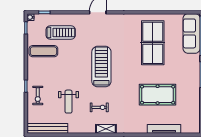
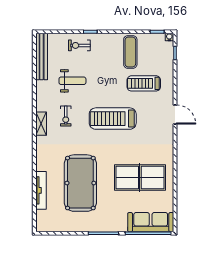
treadmill: (61, 33) -> (144, 83), moved, turned 90
treadmill: (101, 67) -> (113, 119), turned 180
pool table: (158, 95) -> (80, 183), width x1.36, depth x1.32
weight bench: (69, 102) -> (72, 81), turned 180

